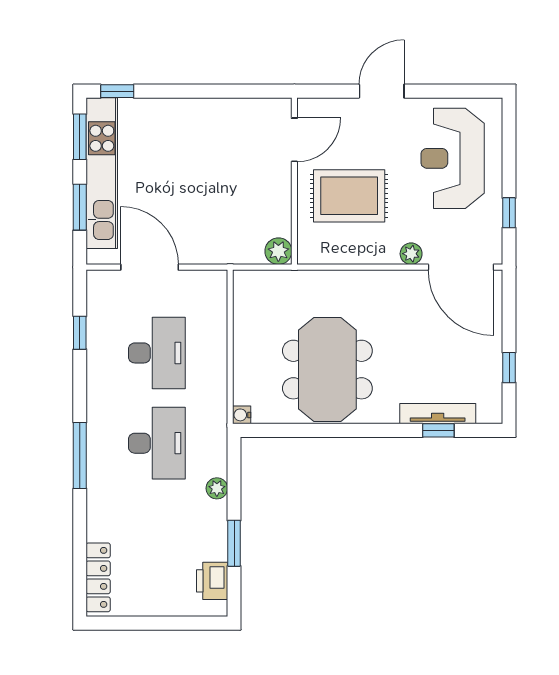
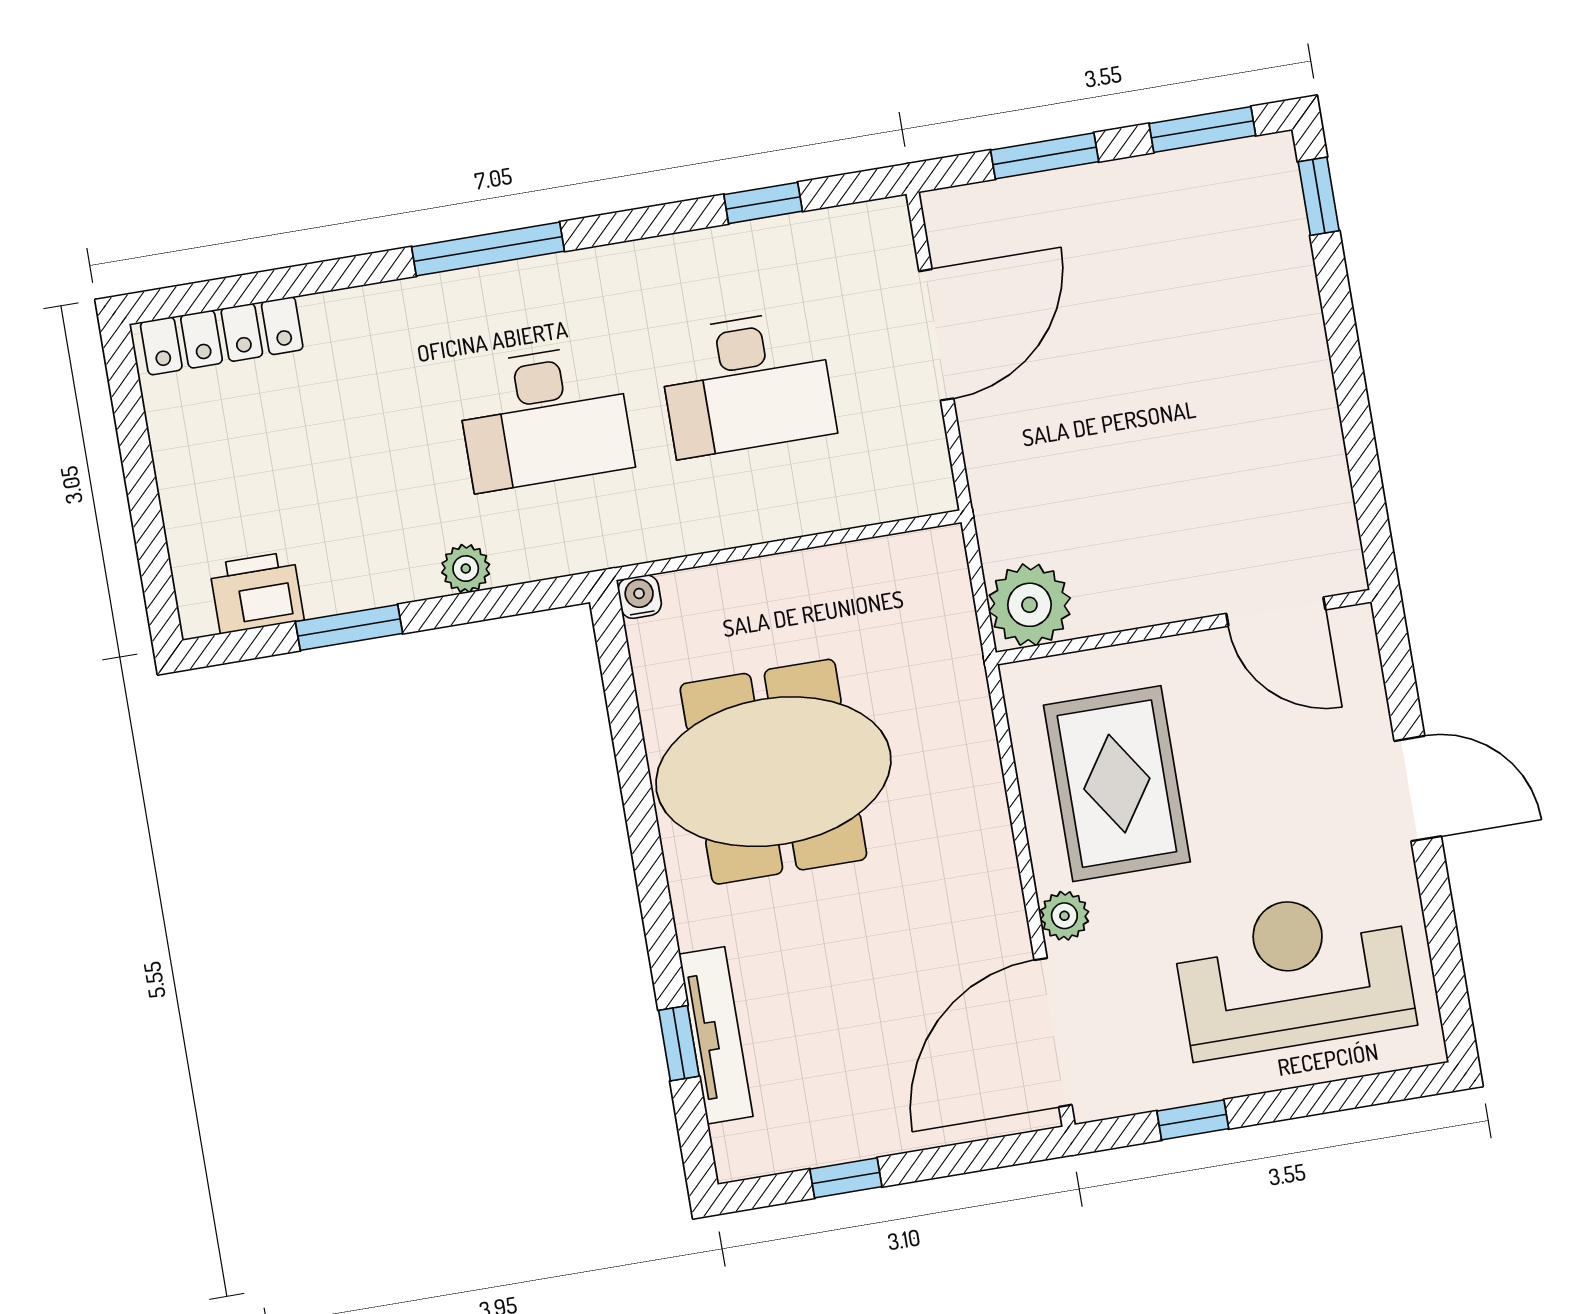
kitchen unit: (102, 173) -> (1129, 193), removed
rug: (349, 196) -> (1117, 784), moved
plant: (278, 251) -> (1029, 605), width x1.36, depth x1.36

